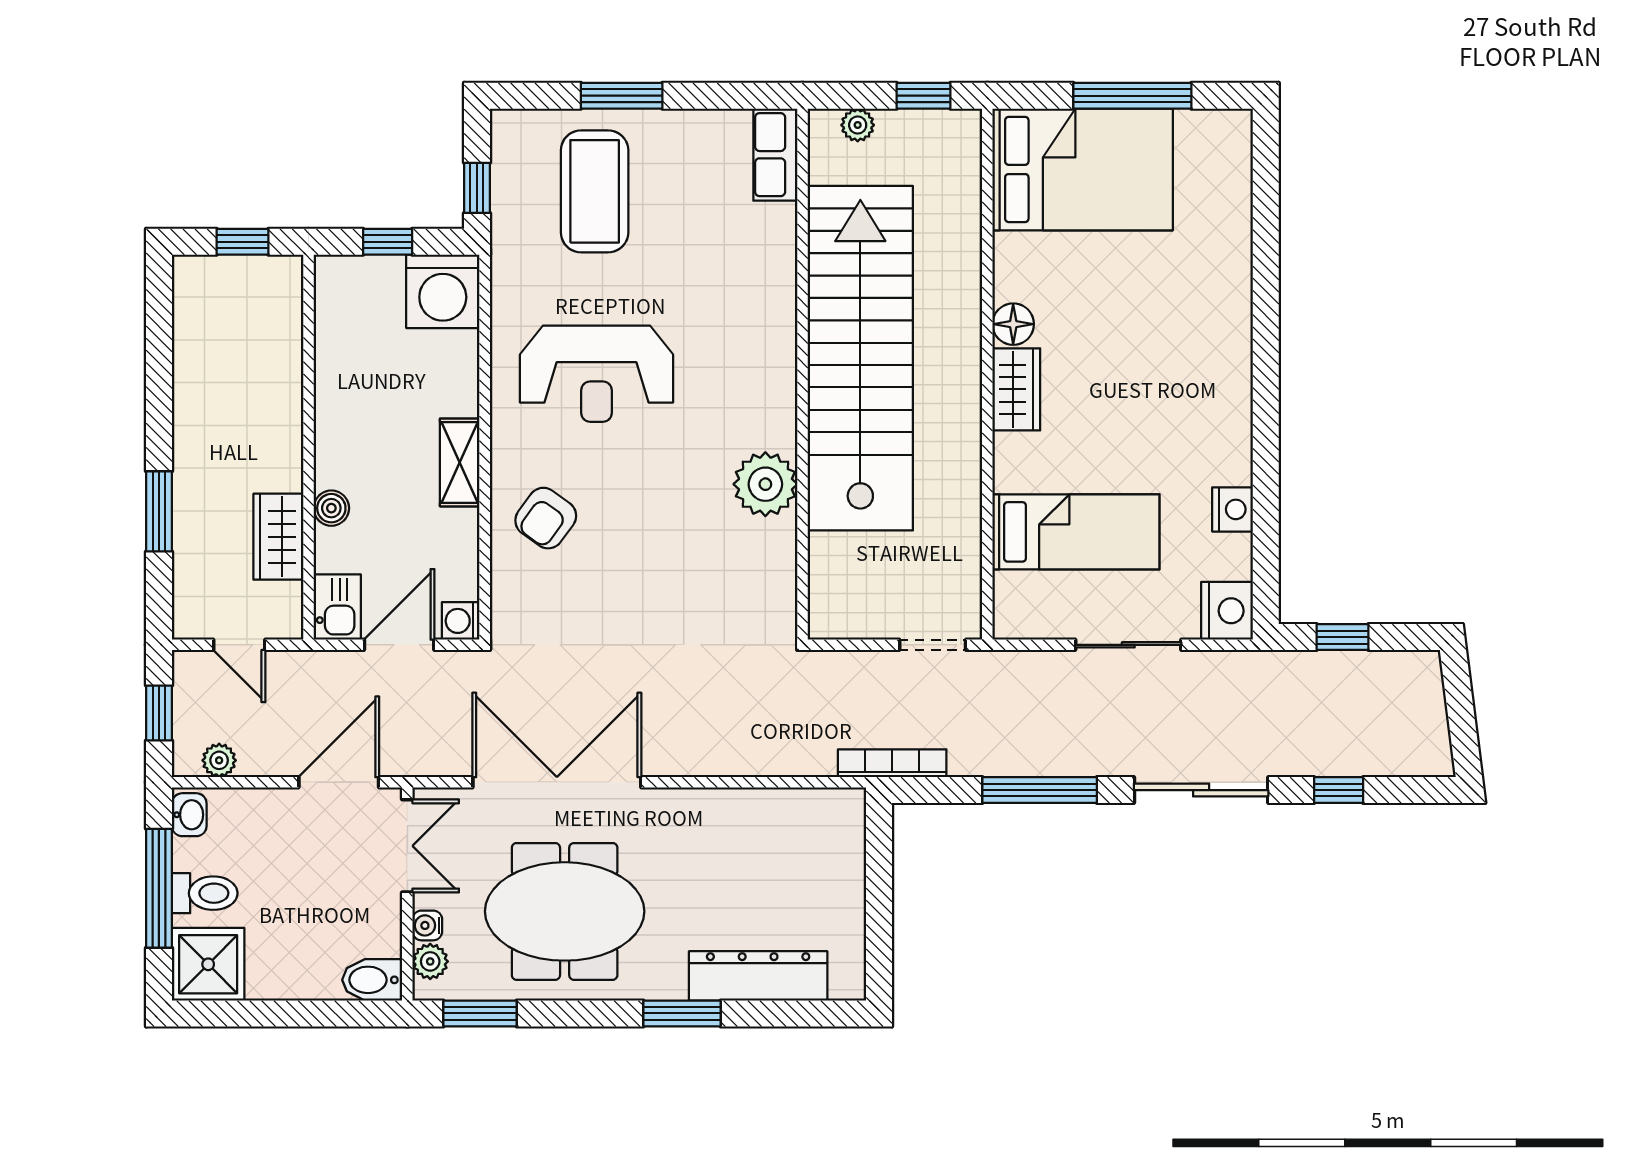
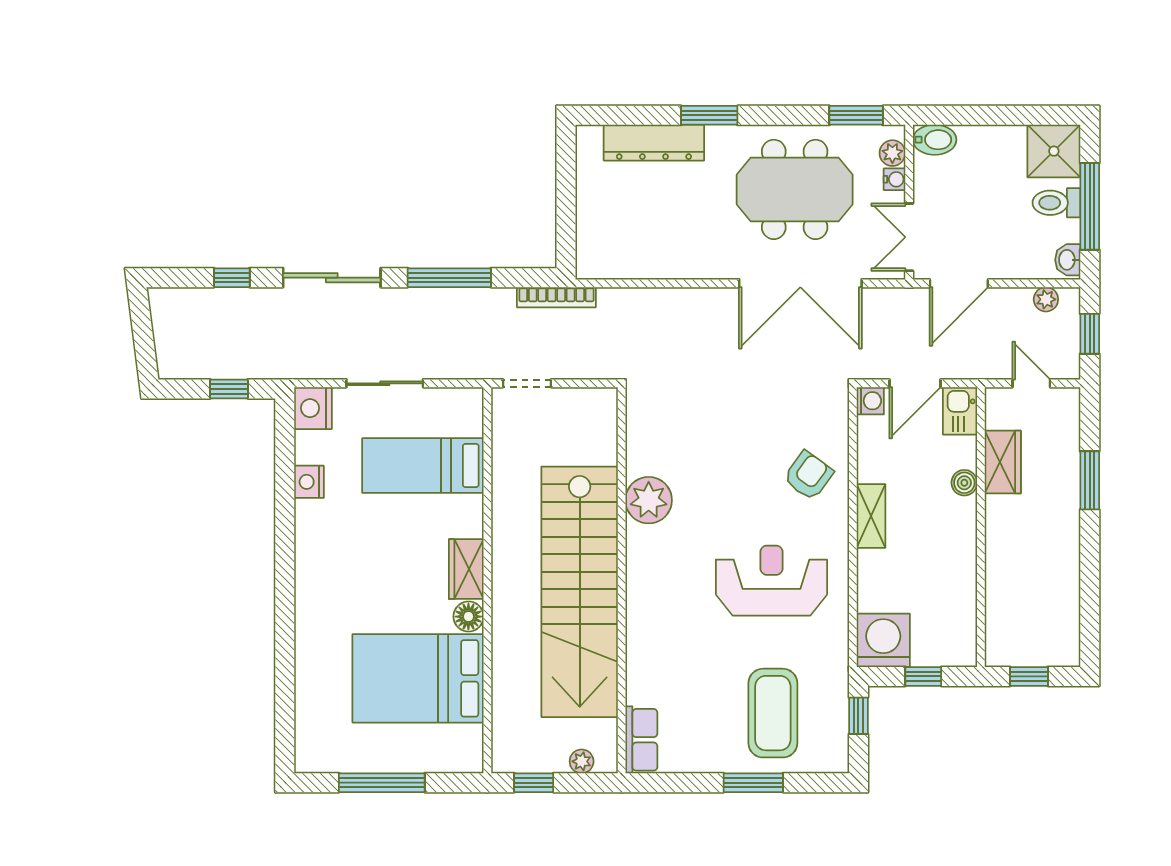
bed: (1083, 169) -> (418, 678), moved

